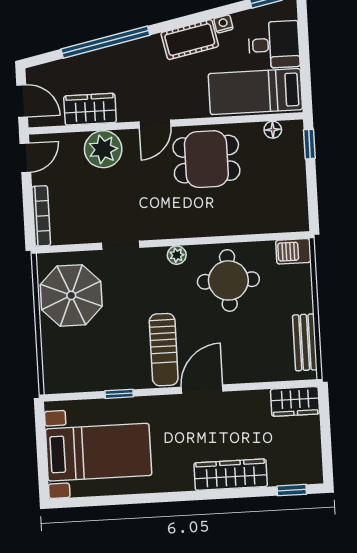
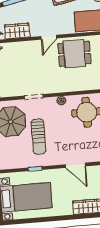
plant: (103, 149) -> (24, 50), removed
sun lounger: (164, 350) -> (38, 137), moved
door: (202, 389) -> (75, 165), swing flipped

